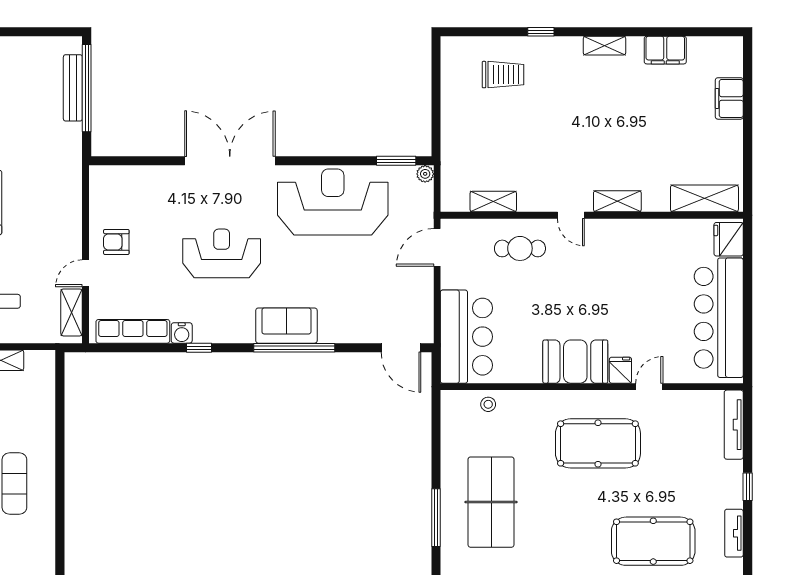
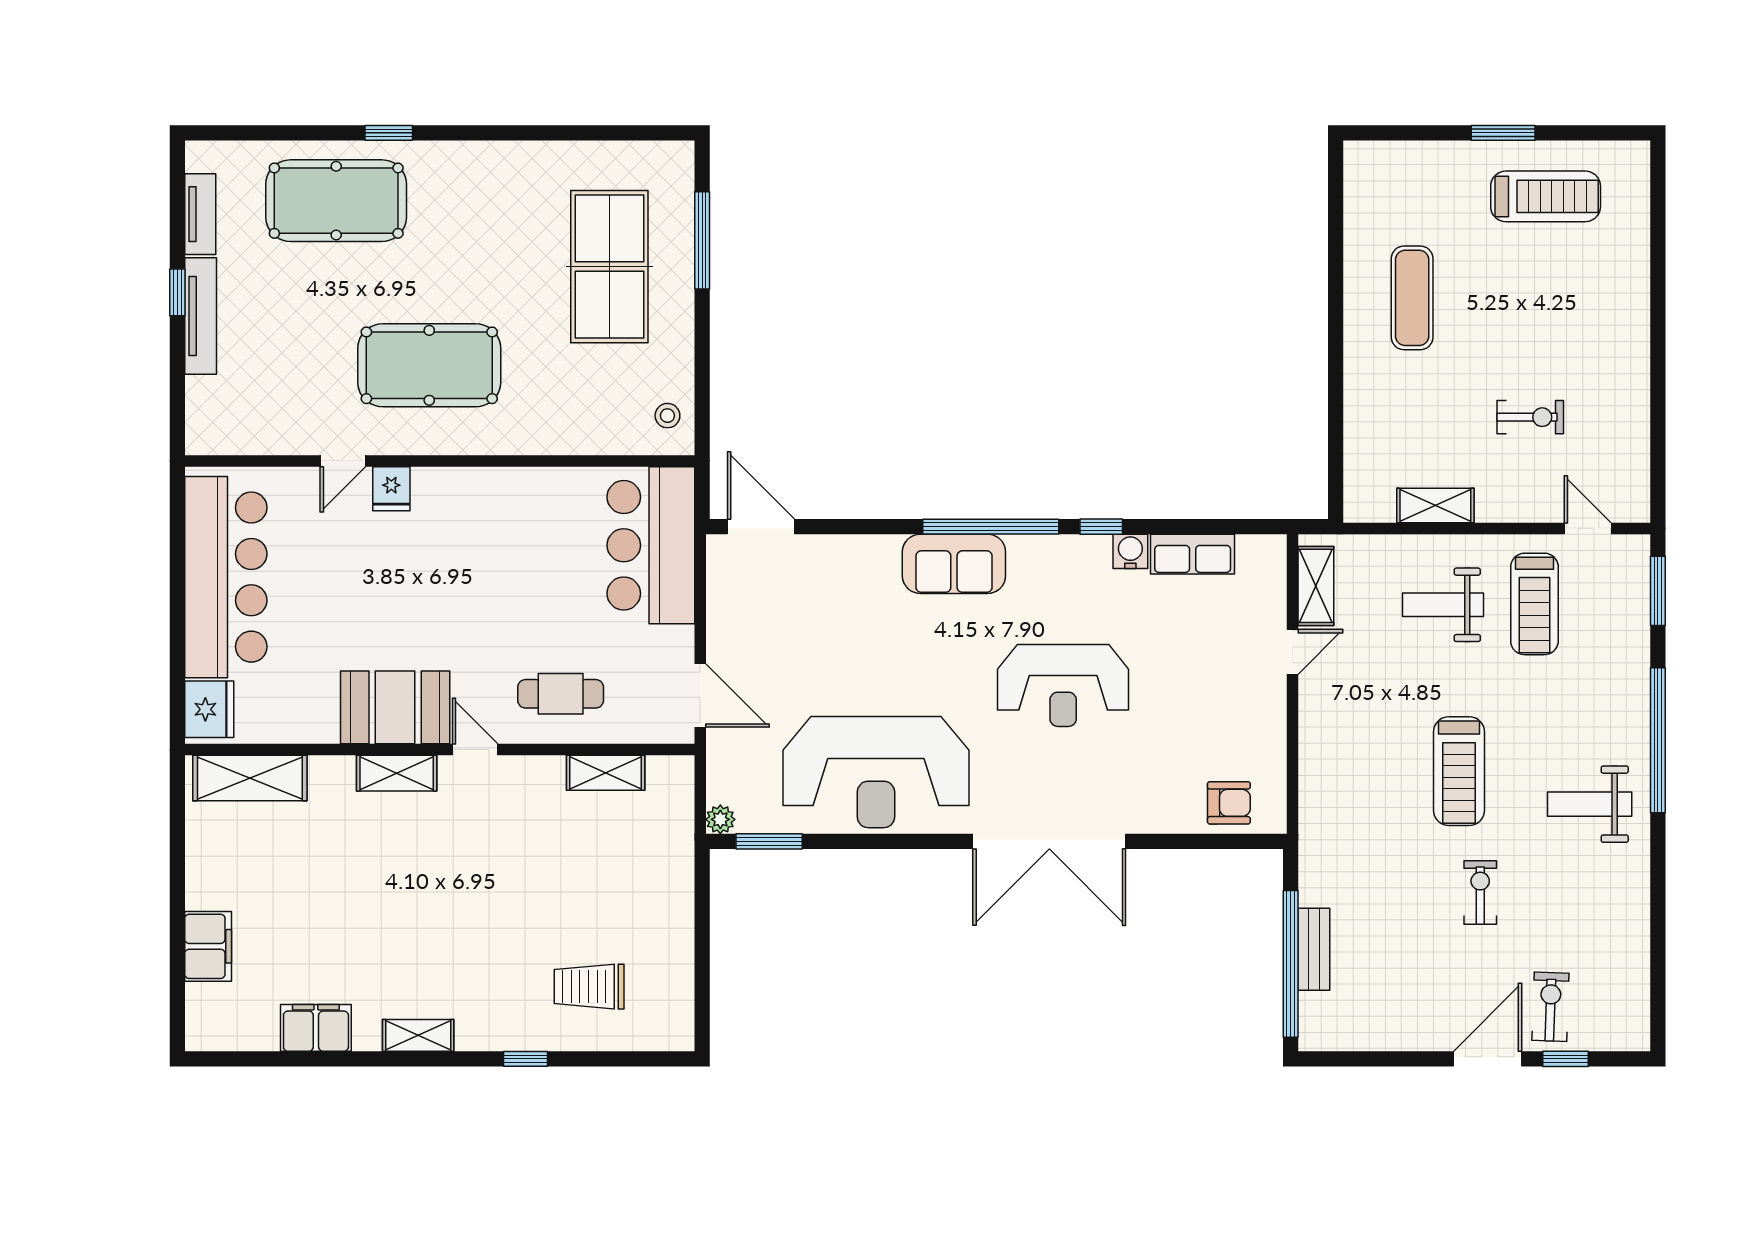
bench: (73, 88) -> (1314, 949), width x0.73
armchair: (116, 242) -> (1229, 803), moved
door: (437, 247) -> (700, 695), hinge flipped
row of seats: (133, 331) -> (1193, 554), width x0.68
window: (294, 348) -> (991, 527), moved
booth: (575, 362) -> (395, 707), moved
stool: (488, 404) -> (667, 416), moved
tv unit: (734, 425) -> (201, 316), moved

